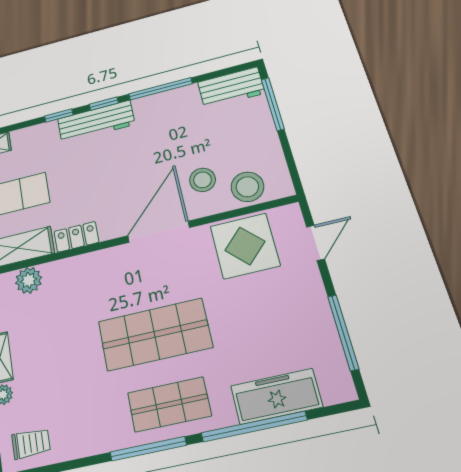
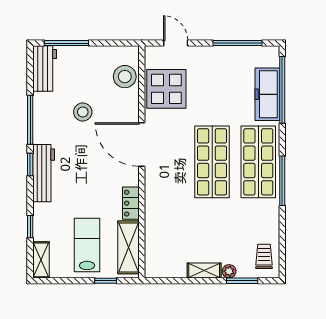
window: (59, 115) -> (30, 227), moved
stool: (203, 180) -> (83, 112), moved
plant: (29, 280) -> (154, 243), removed
shop shelf: (169, 404) -> (258, 162), width x1.43, depth x1.36
window: (254, 426) -> (282, 90), moved

